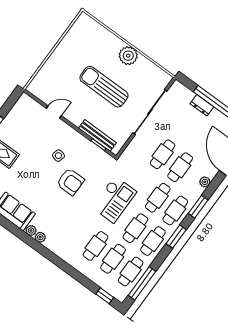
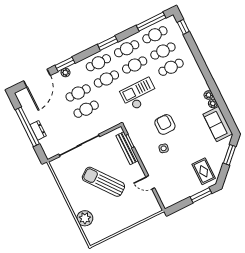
plant: (128, 56) -> (85, 218), moved
sun lounger: (104, 87) -> (103, 182), turned 142
window: (198, 207) -> (65, 64), moved

